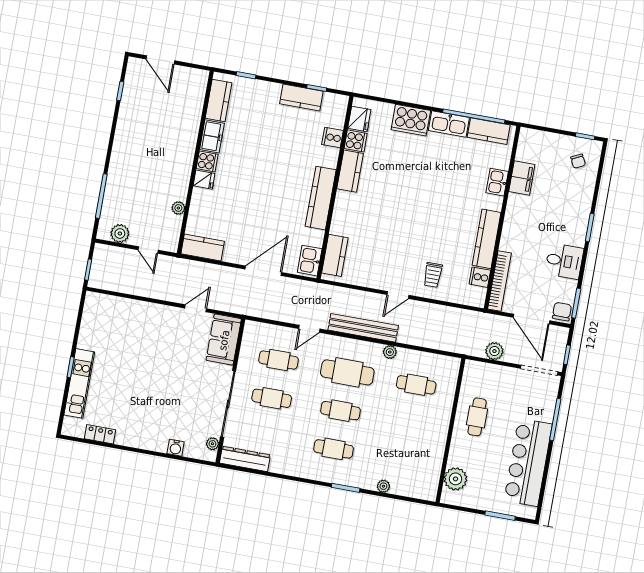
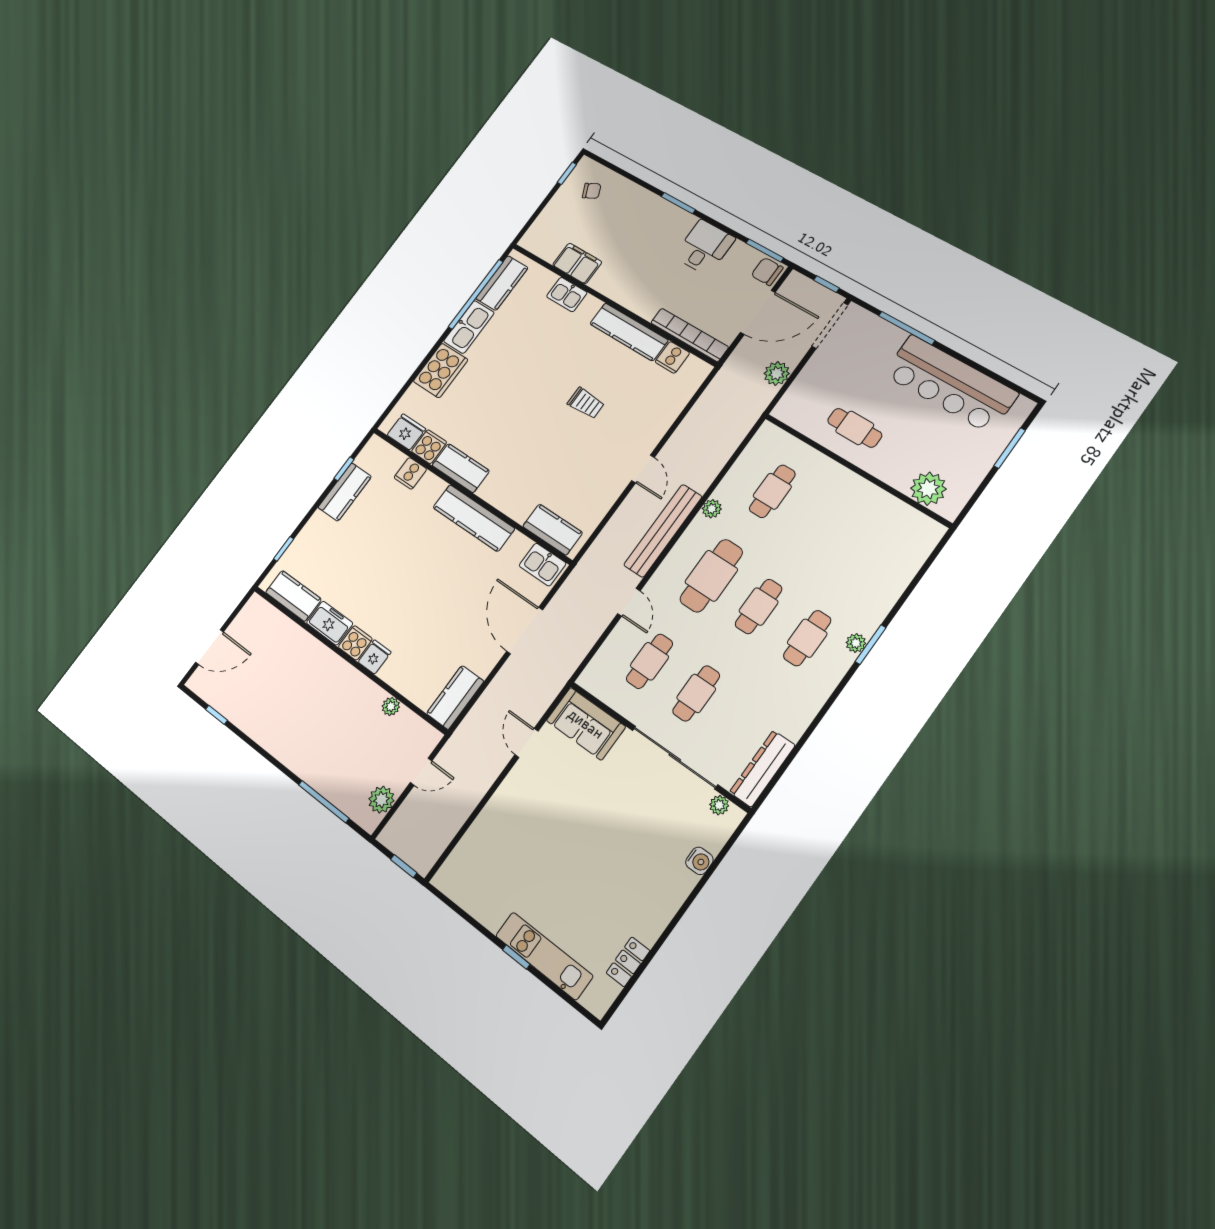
trolley: (433, 275) -> (586, 403), moved
plant: (383, 486) -> (856, 643), moved

